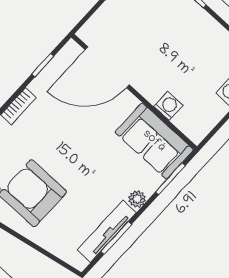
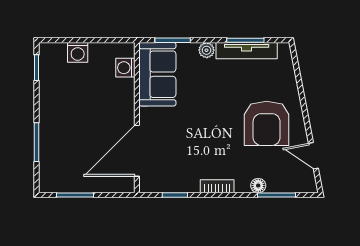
door: (107, 67) -> (137, 151), swing flipped
washing machine: (168, 106) -> (125, 68), moved

